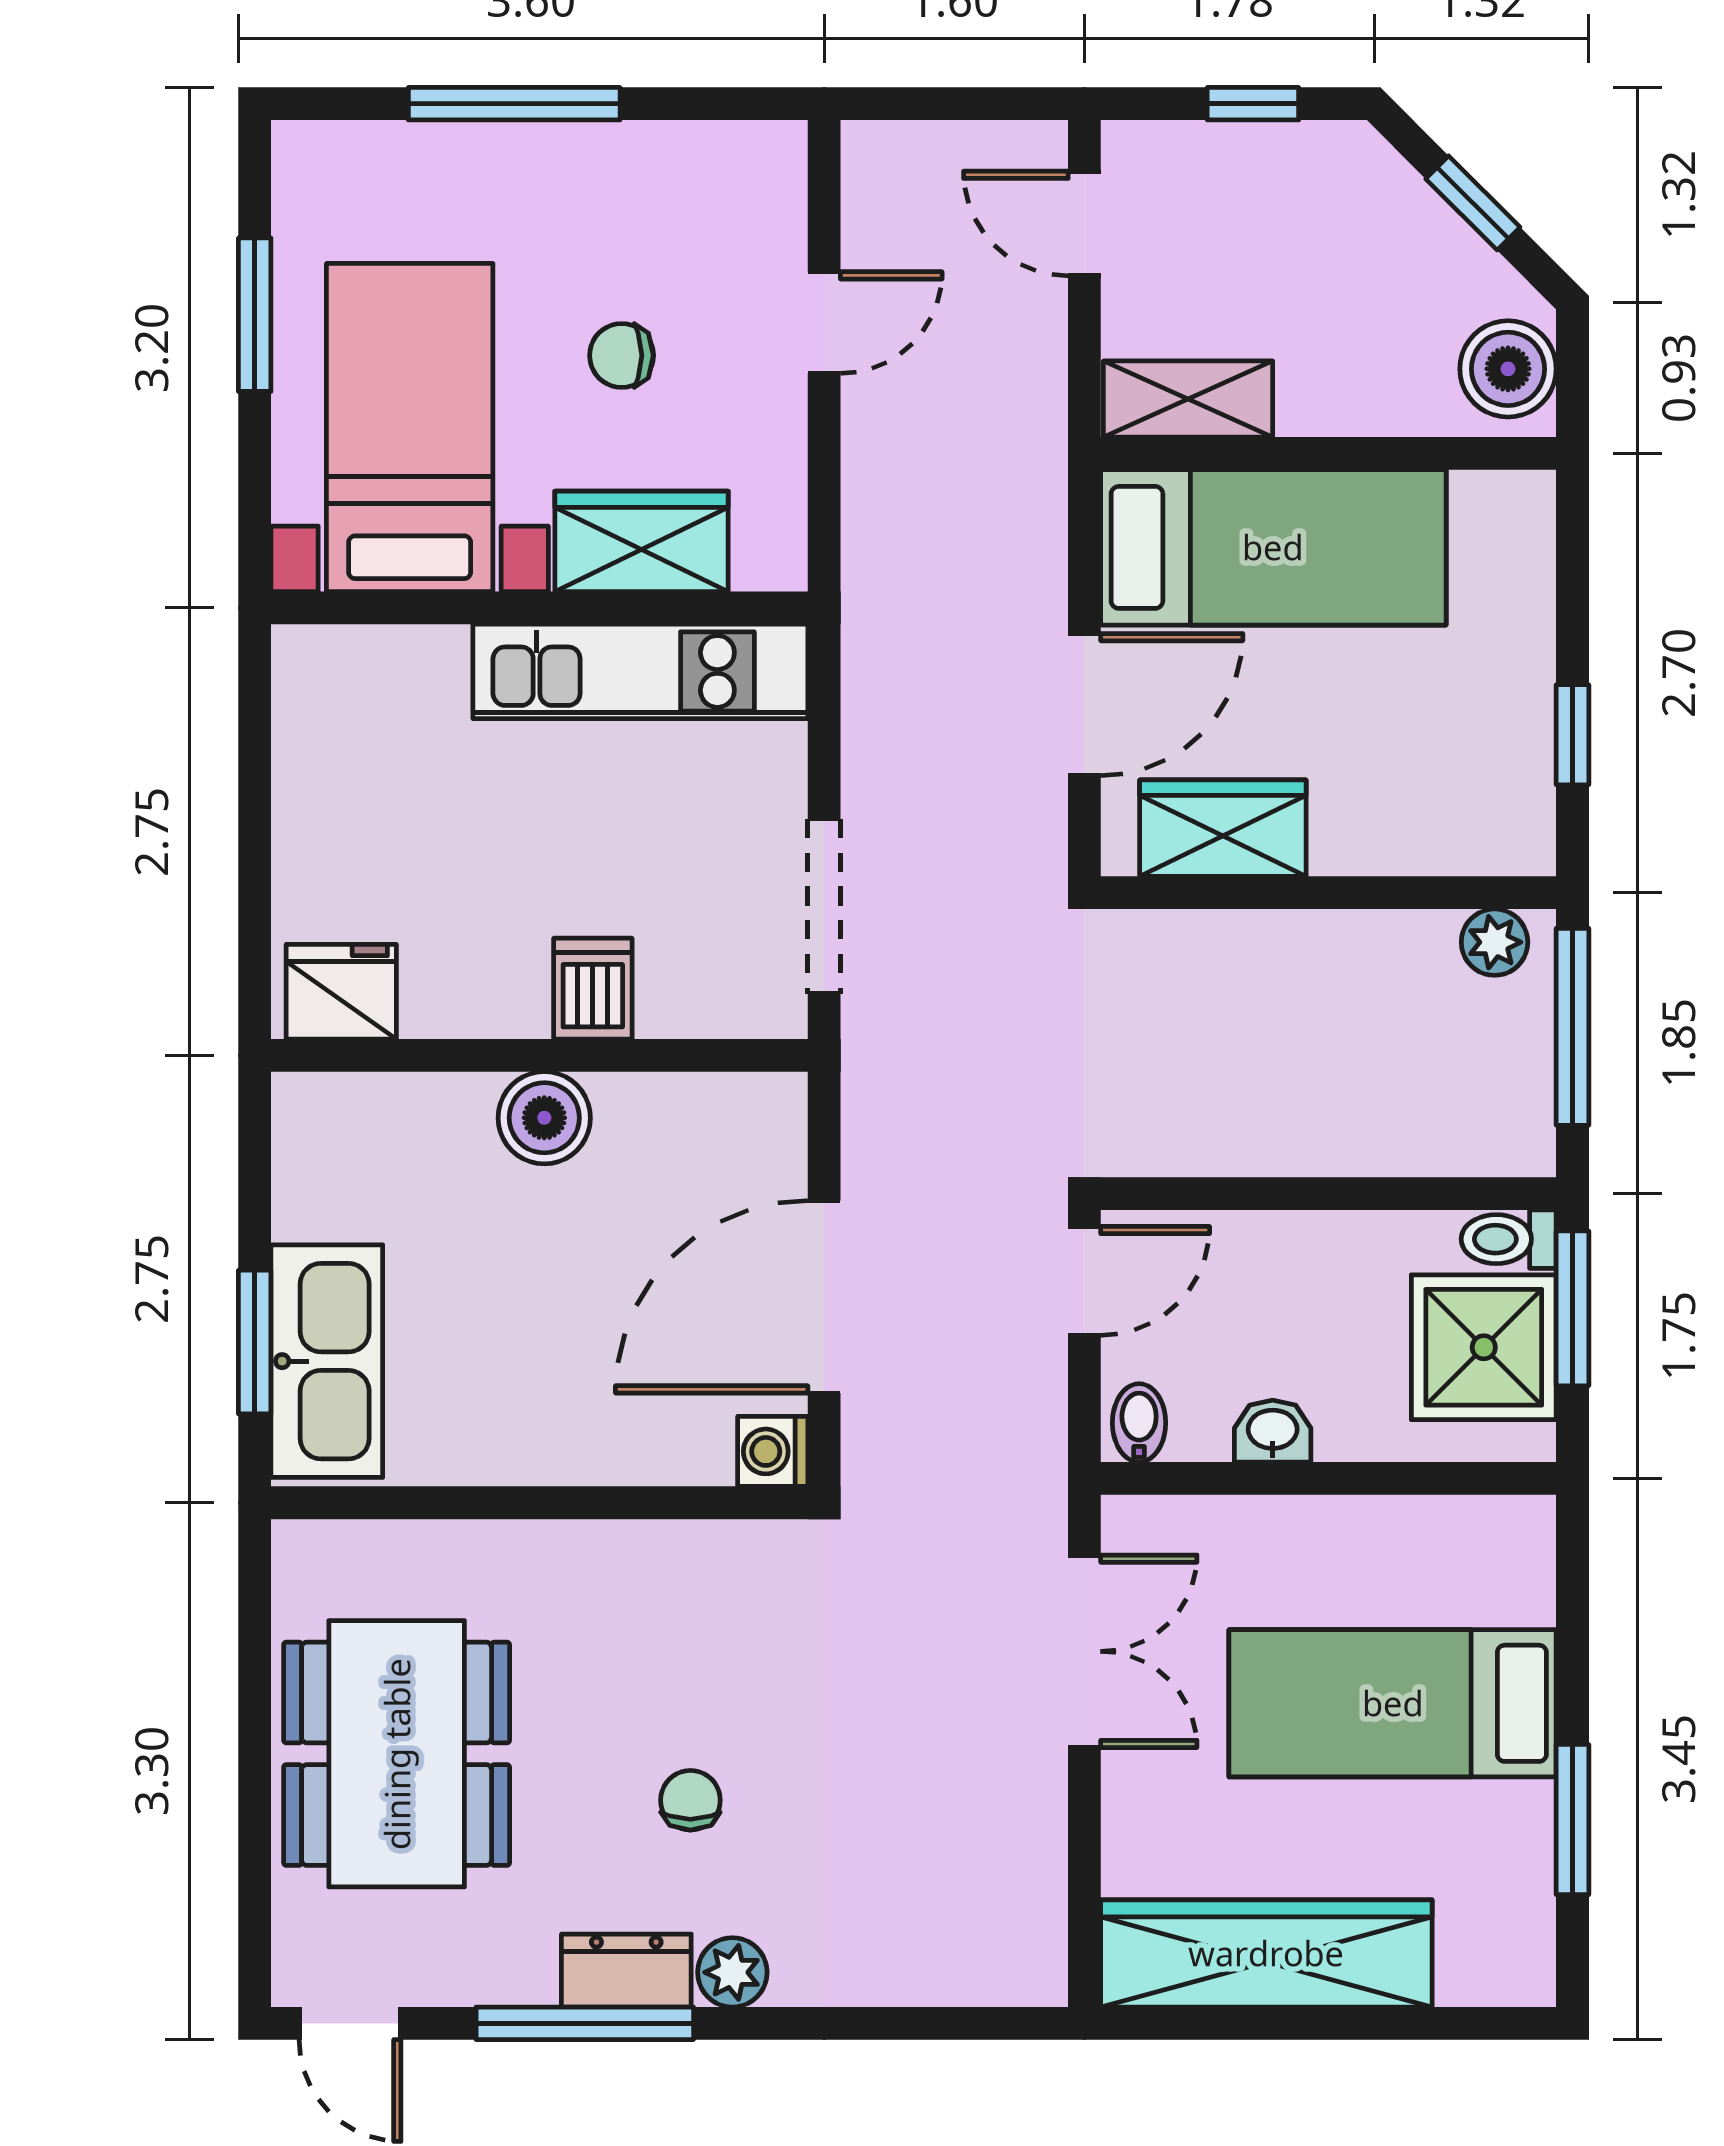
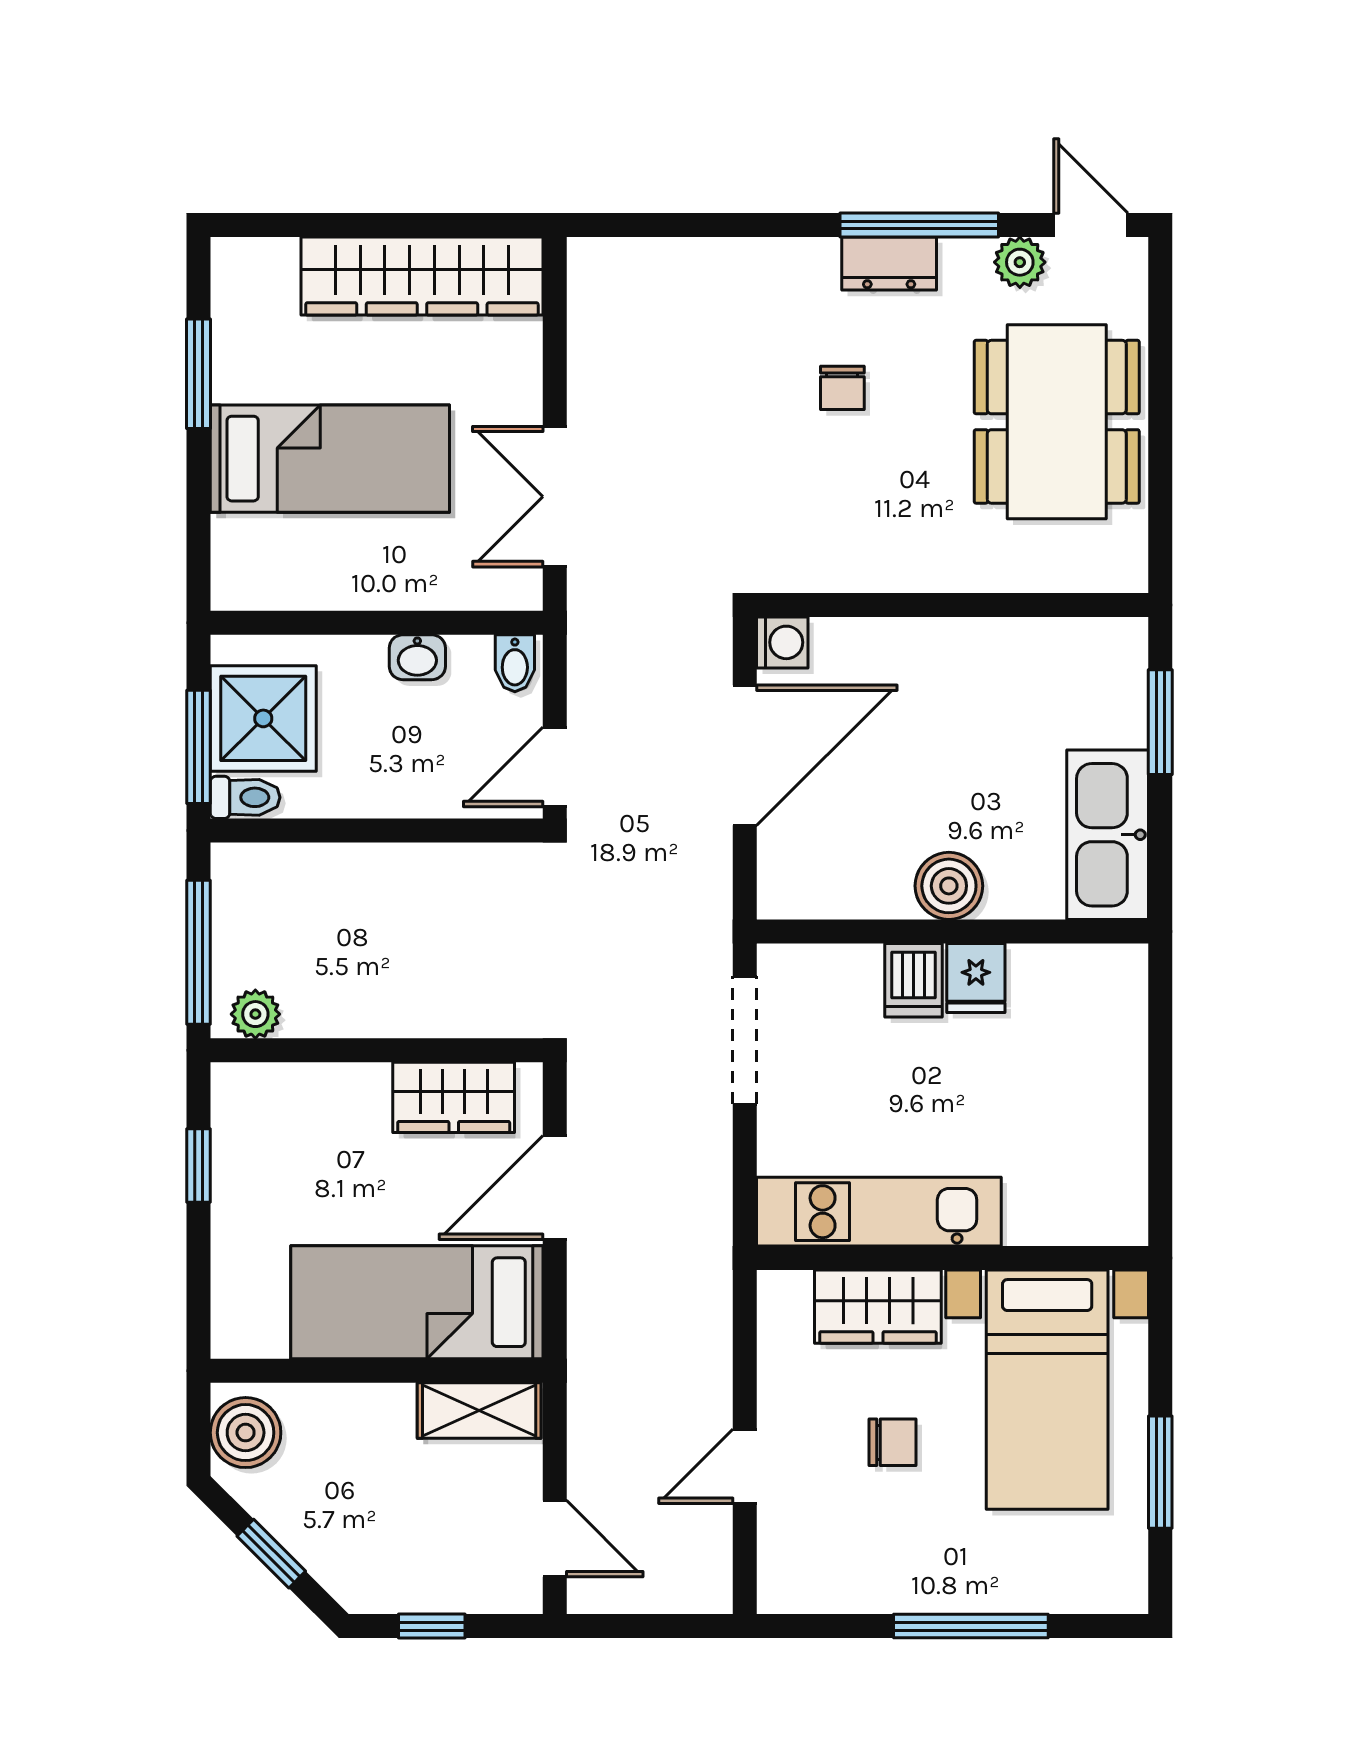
fridge: (341, 992) -> (976, 978), moved, width x0.72
kitchen sink: (327, 1361) -> (1108, 835), moved
plant: (732, 1972) -> (1020, 262), moved

